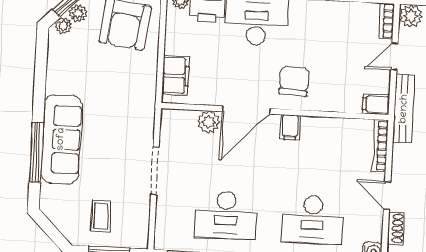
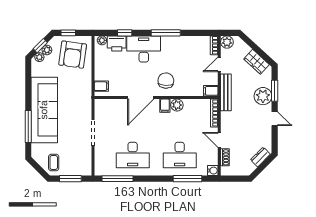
filing cabinet: (175, 76) -> (101, 86), width x0.50
plant: (208, 122) -> (177, 105), moved
sofa: (61, 139) -> (44, 110), width x1.36, depth x1.27
coffee table: (101, 216) -> (54, 162), moved

